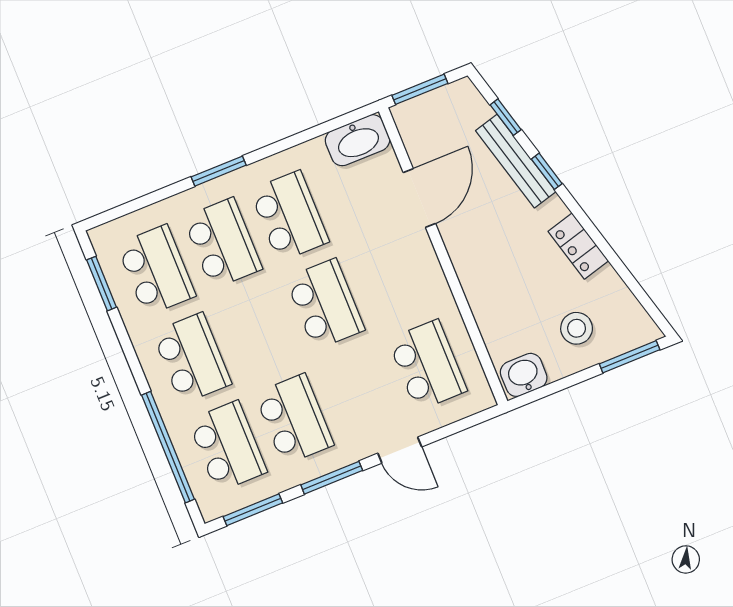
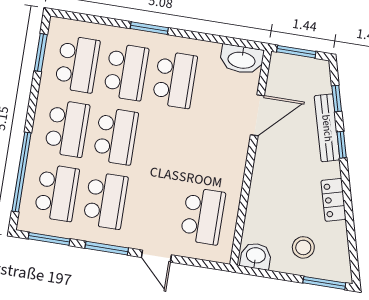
school desk: (325, 304) -> (116, 136), moved

